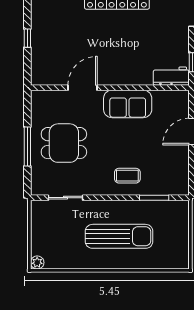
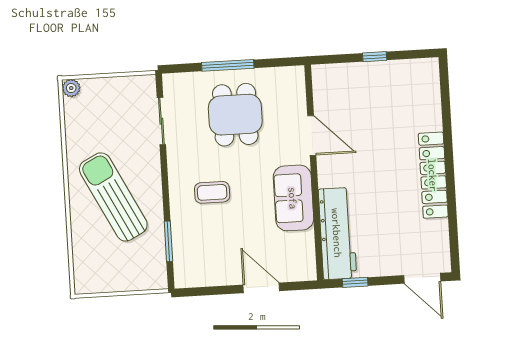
workbench: (171, 76) -> (337, 233), width x1.88, depth x1.32
coffee table: (127, 176) -> (212, 192), moved, turned 90
sun lounger: (119, 236) -> (113, 197), turned 153

